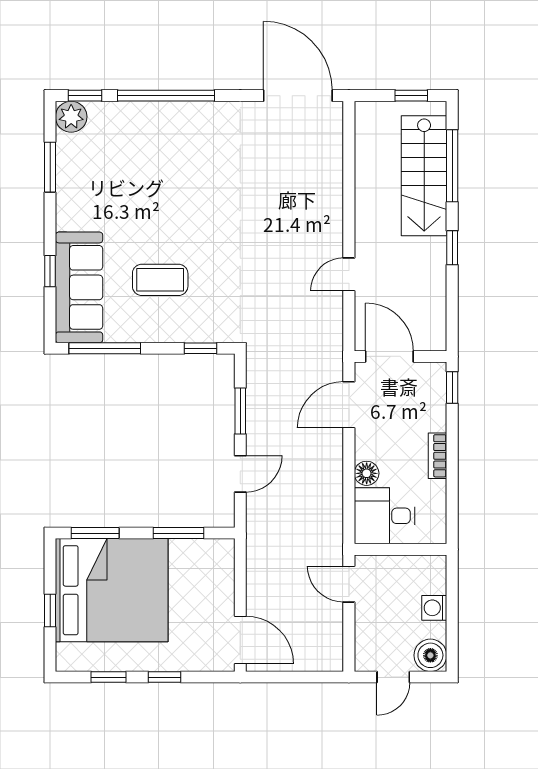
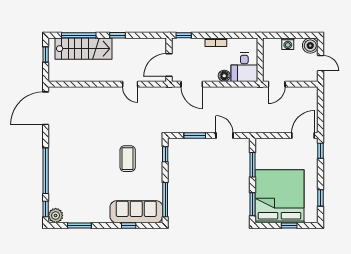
coffee table: (160, 280) -> (128, 159), moved
window: (164, 677) -> (321, 151), moved

